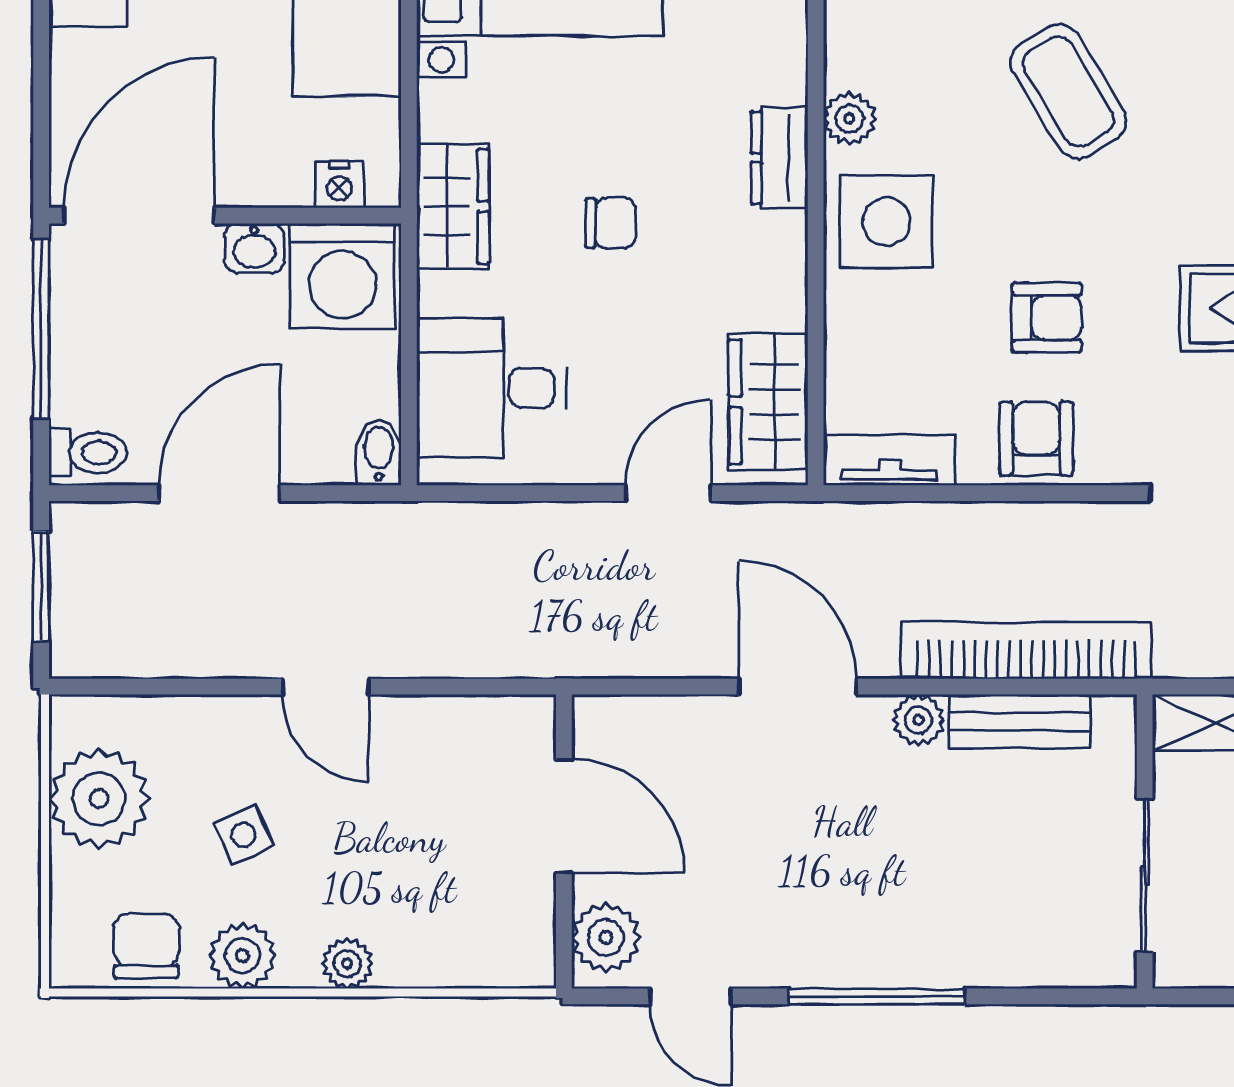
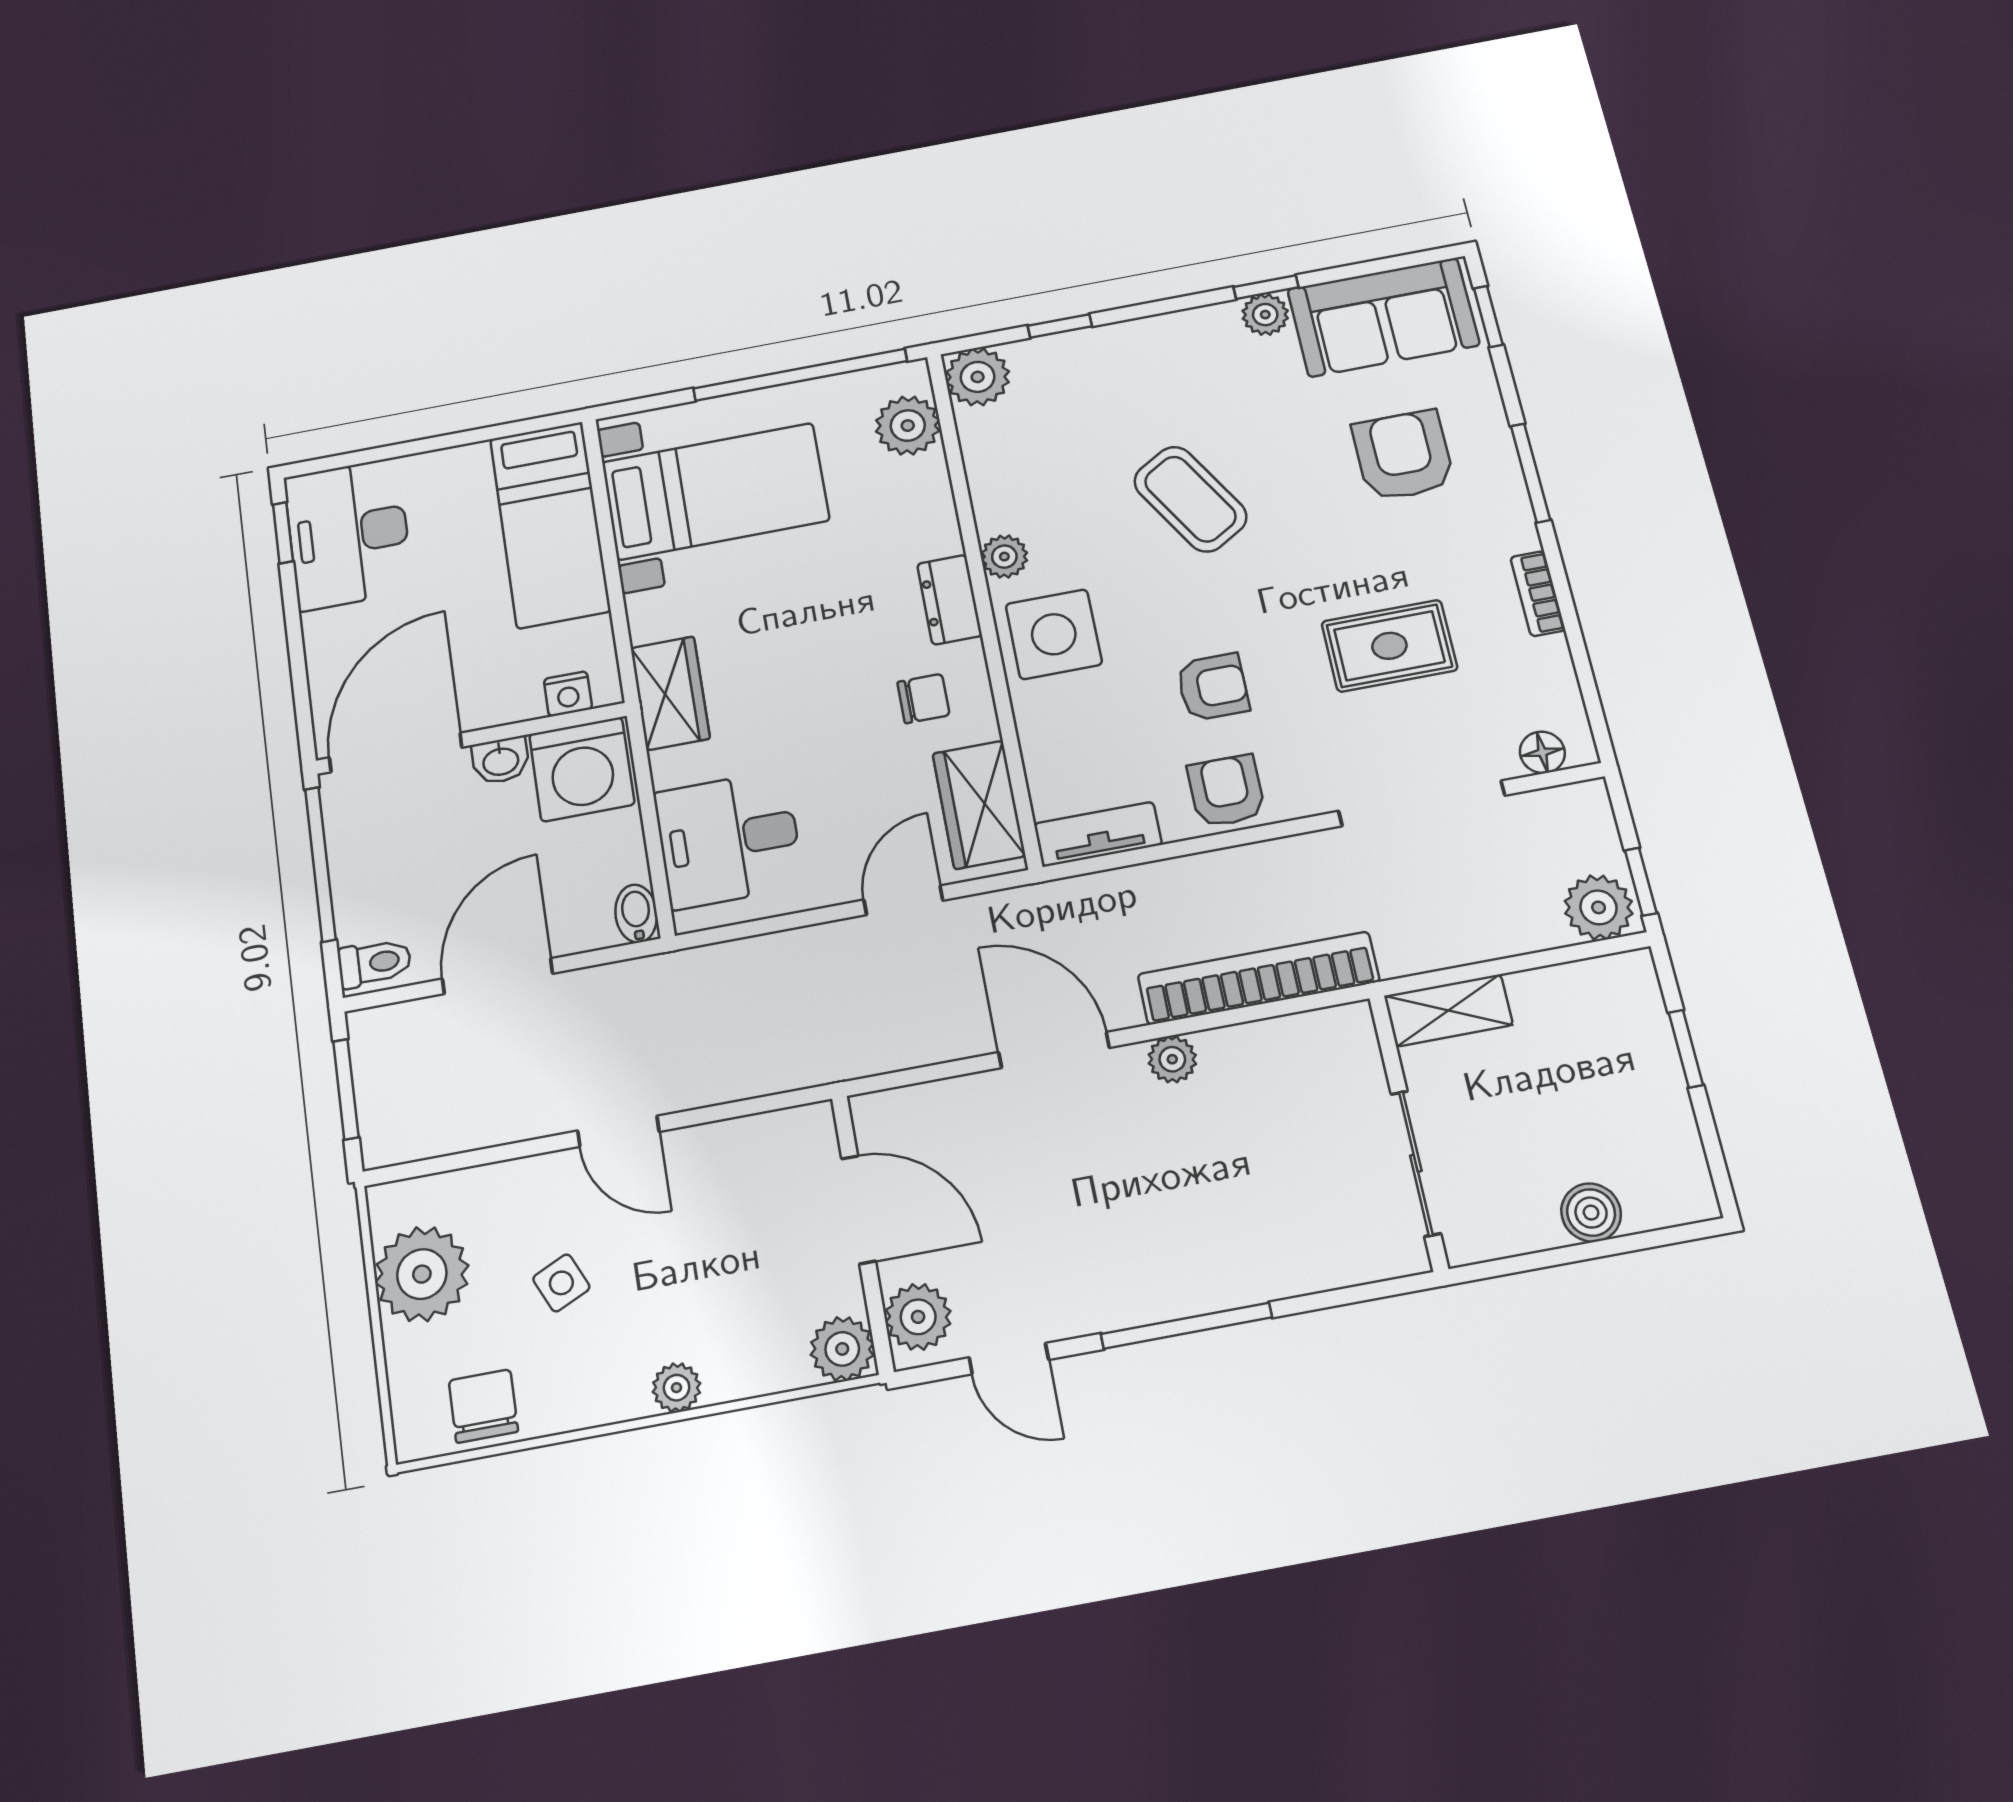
chair: (611, 223) -> (923, 699), moved
bench: (1020, 721) -> (1267, 1043), removed
plant: (242, 956) -> (842, 1349), moved

